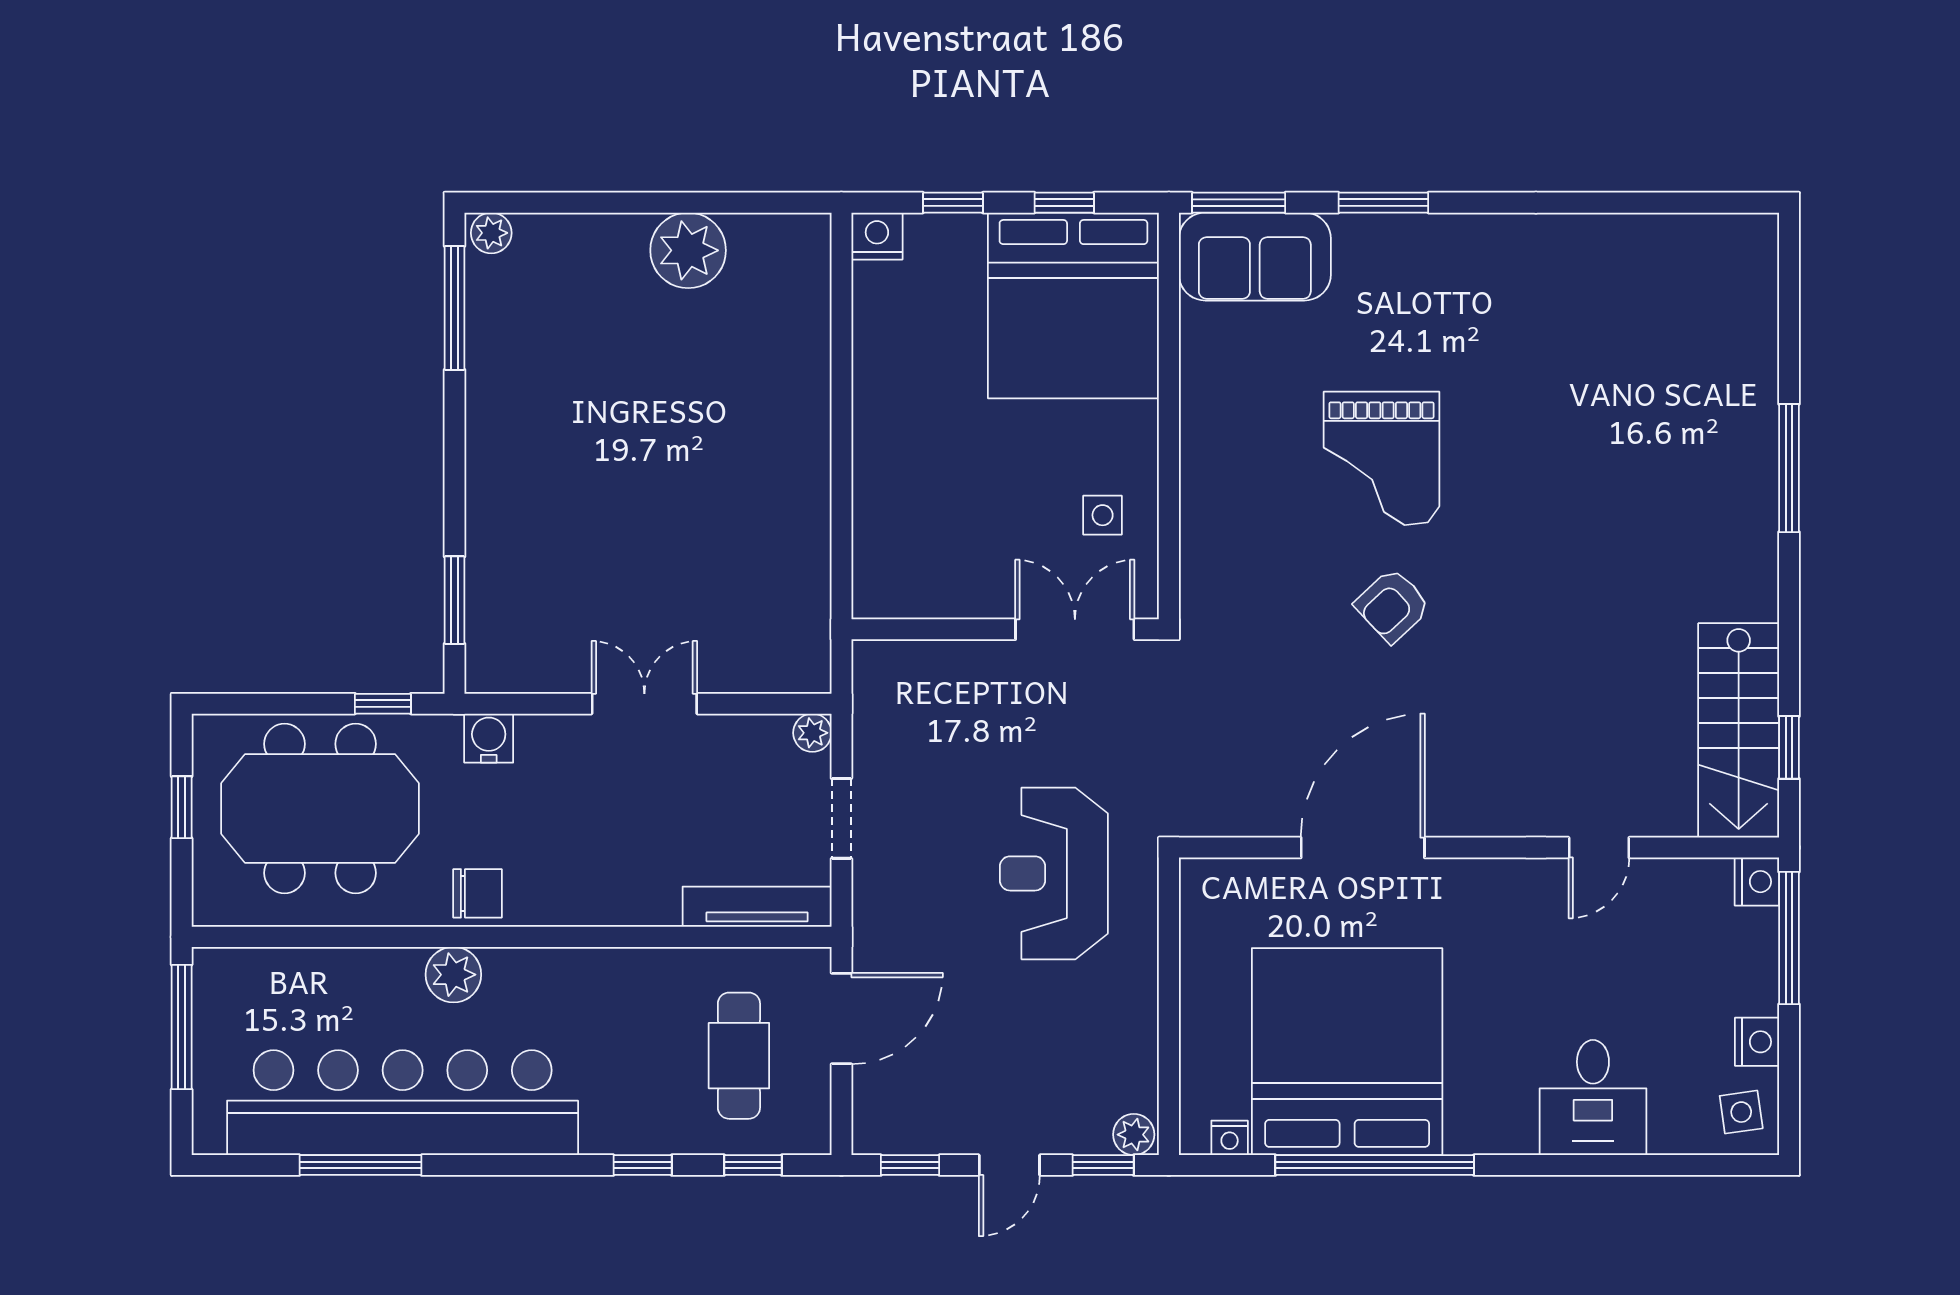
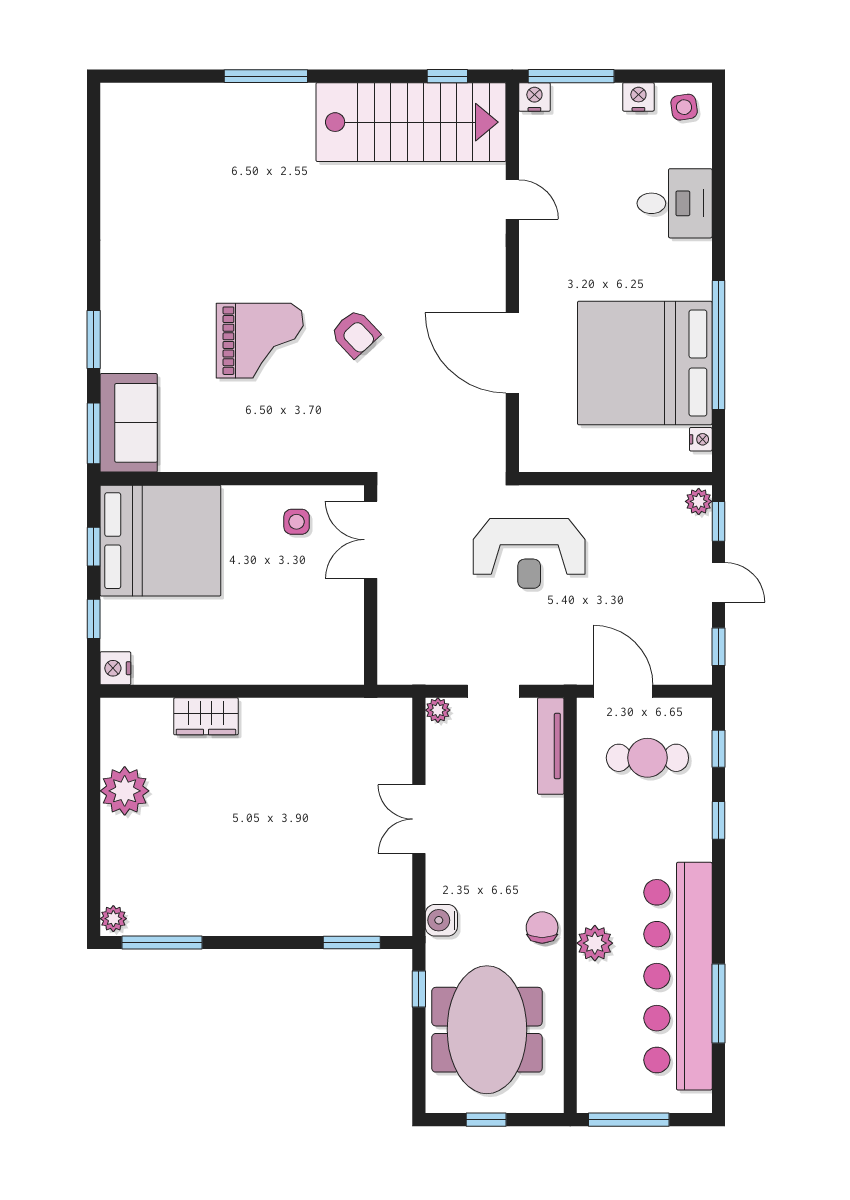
wardrobe: (803, 376) -> (206, 716), added
stairs: (1739, 730) -> (411, 122), width x1.36, depth x1.51

